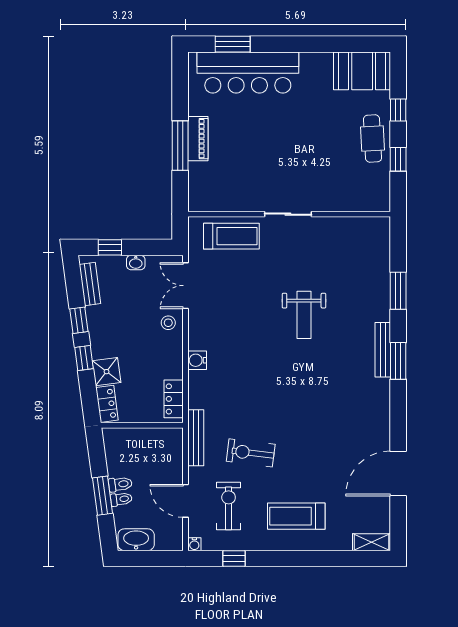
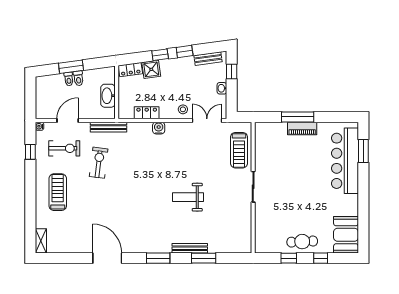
bench: (383, 350) -> (190, 248), moved
locker: (174, 399) -> (147, 113), moved
door: (398, 474) -> (107, 258), moved
washbasin: (136, 540) -> (108, 96), moved, turned 180

